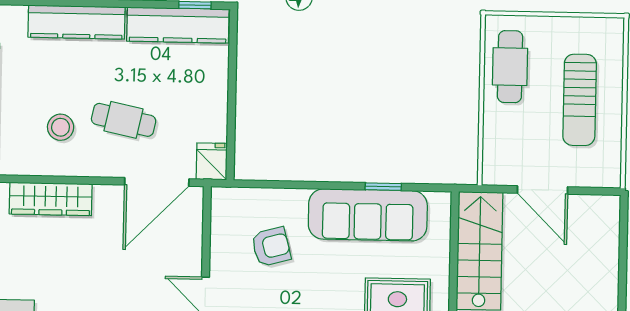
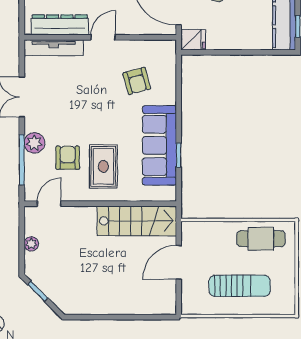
sun lounger: (580, 100) -> (240, 286), turned 180

